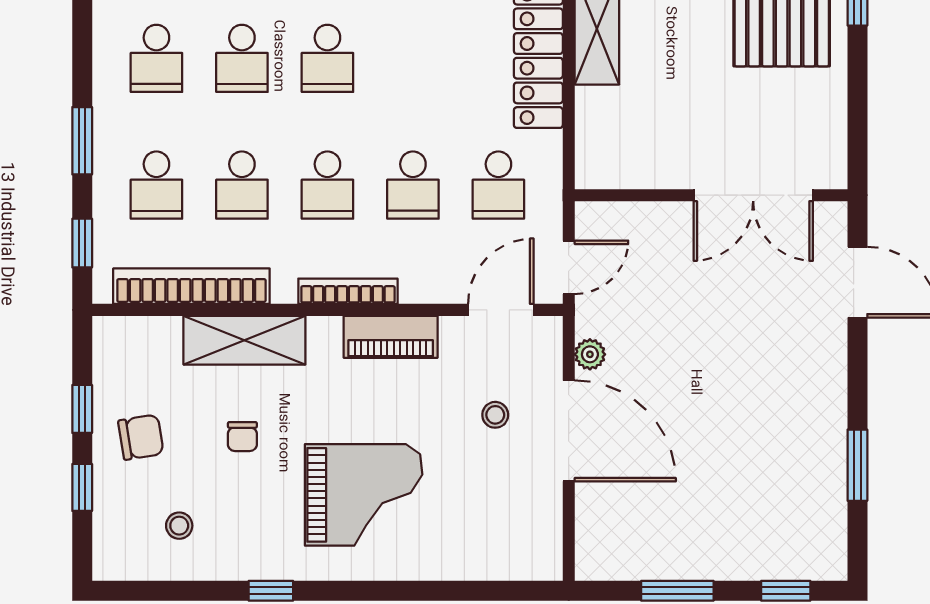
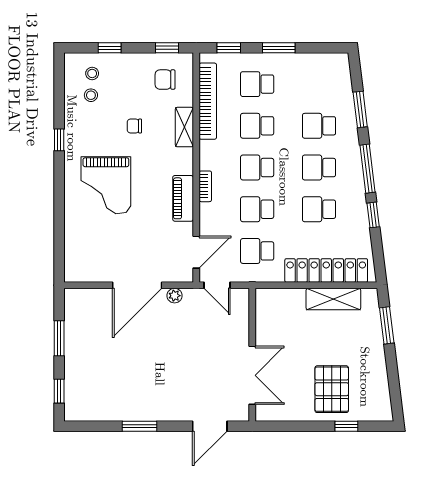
school desk: (156, 58) -> (319, 209), moved
double door: (753, 195) -> (252, 375), swing flipped
bookcase: (348, 291) -> (205, 186), width x0.64
door: (501, 310) -> (196, 252), hinge flipped
shelving: (244, 340) -> (184, 127), width x0.67, depth x0.75
window: (82, 409) -> (167, 48), moved
stool: (495, 415) -> (92, 73), moved
chair: (141, 437) -> (165, 80), moved, turned 99
window: (857, 465) -> (139, 426), moved

